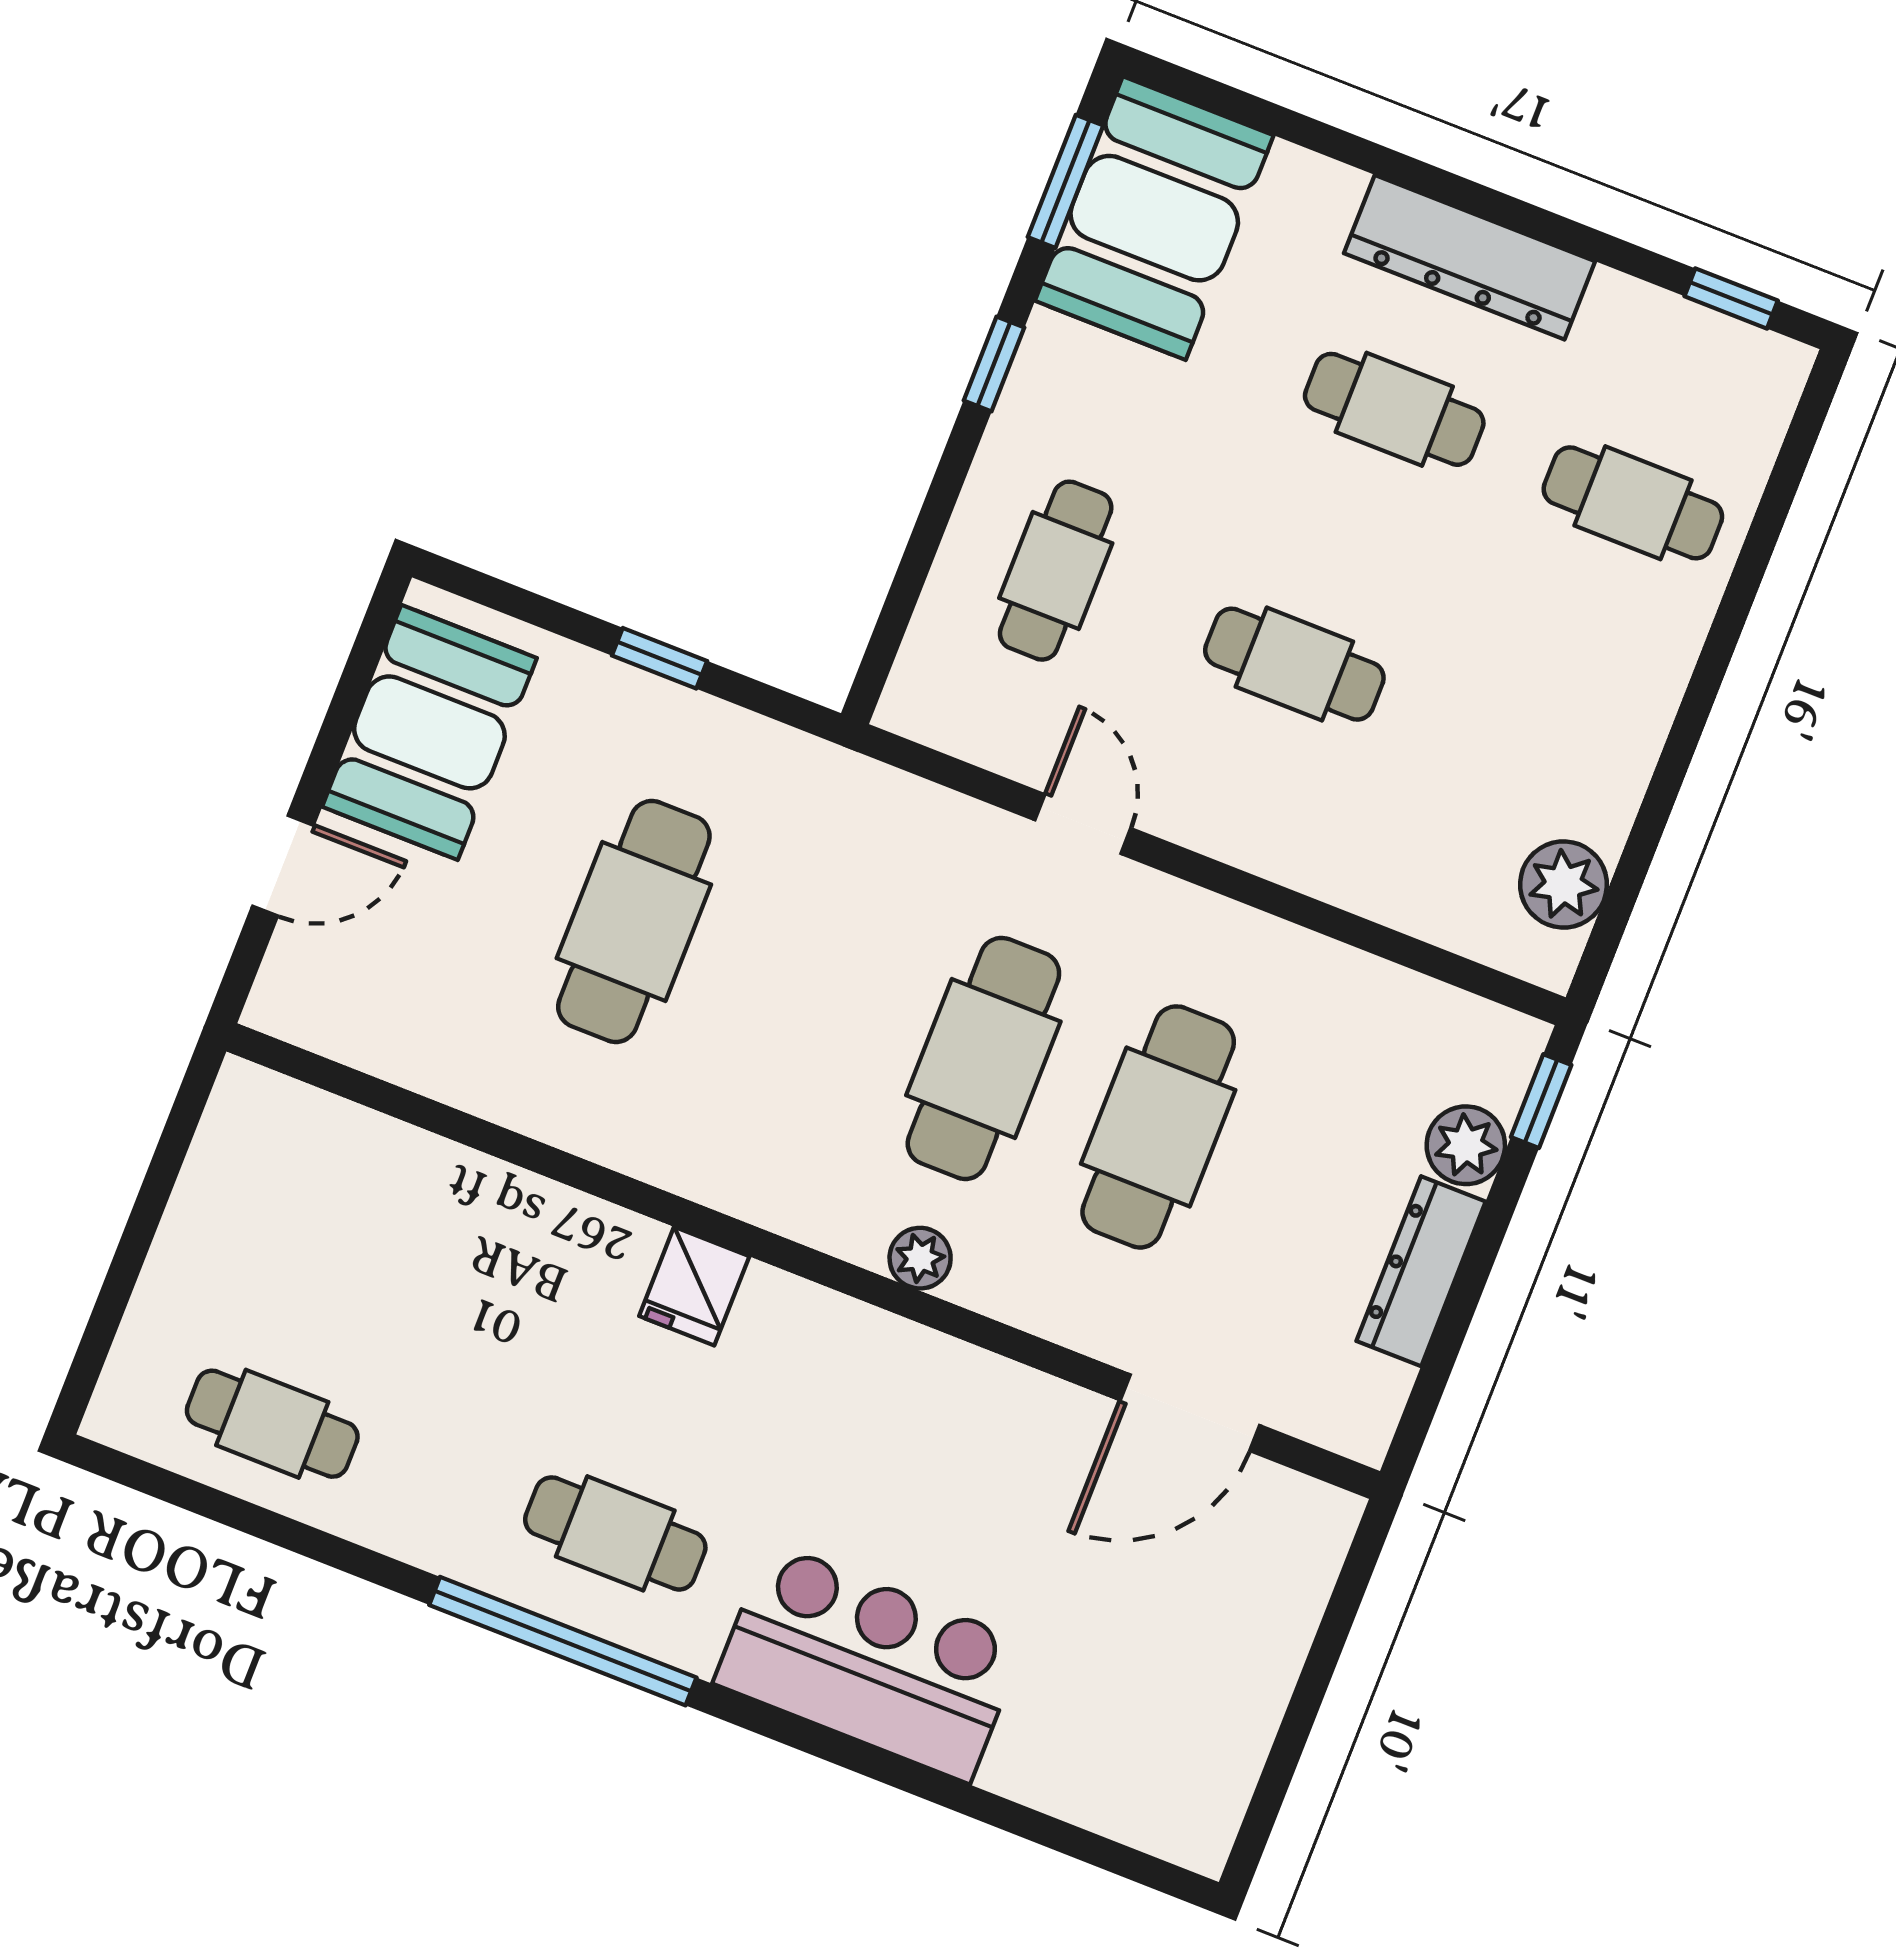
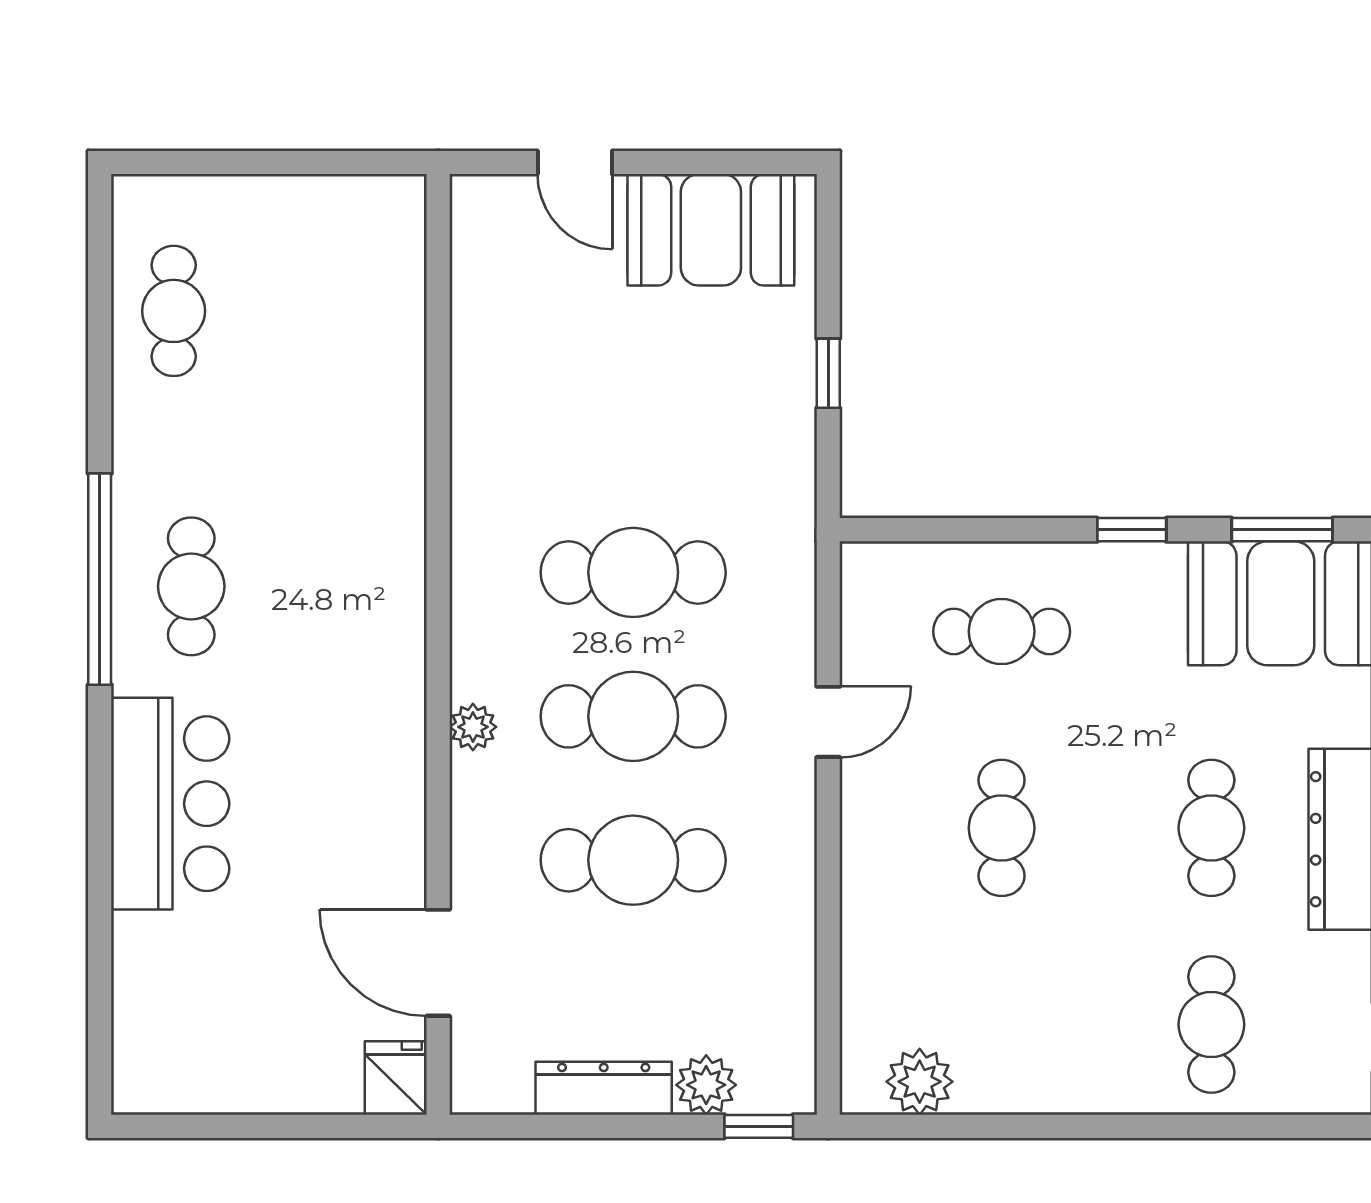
cafe table: (634, 921) -> (633, 572), moved
fridge: (694, 1286) -> (396, 1078), moved, turned 90

